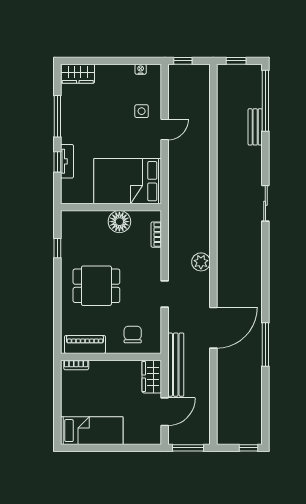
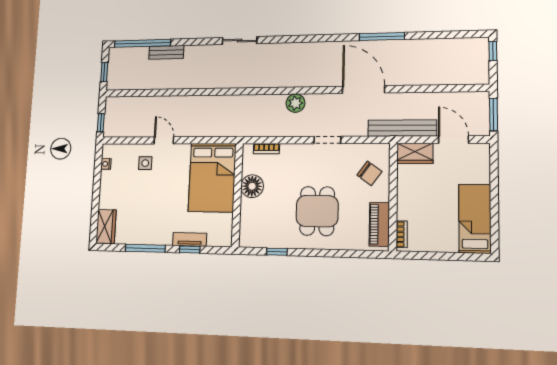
chair: (133, 335) -> (369, 173), turned -144

